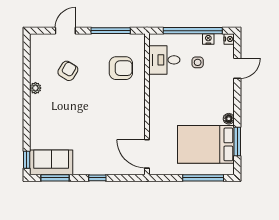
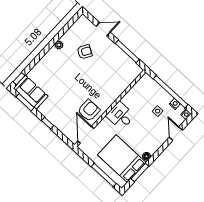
desk: (164, 60) -> (121, 116), moved
armchair: (121, 68) -> (89, 110), moved, turned -90
door: (237, 68) -> (176, 134), swing flipped

